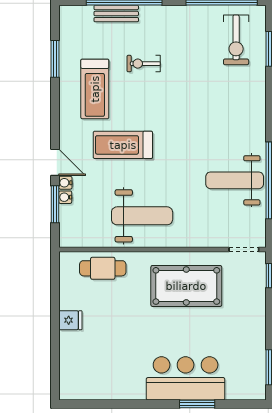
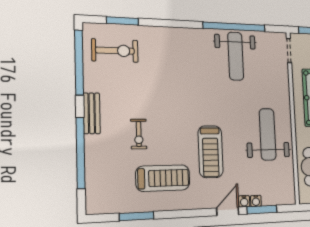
bench: (116, 14) -> (92, 113), moved

